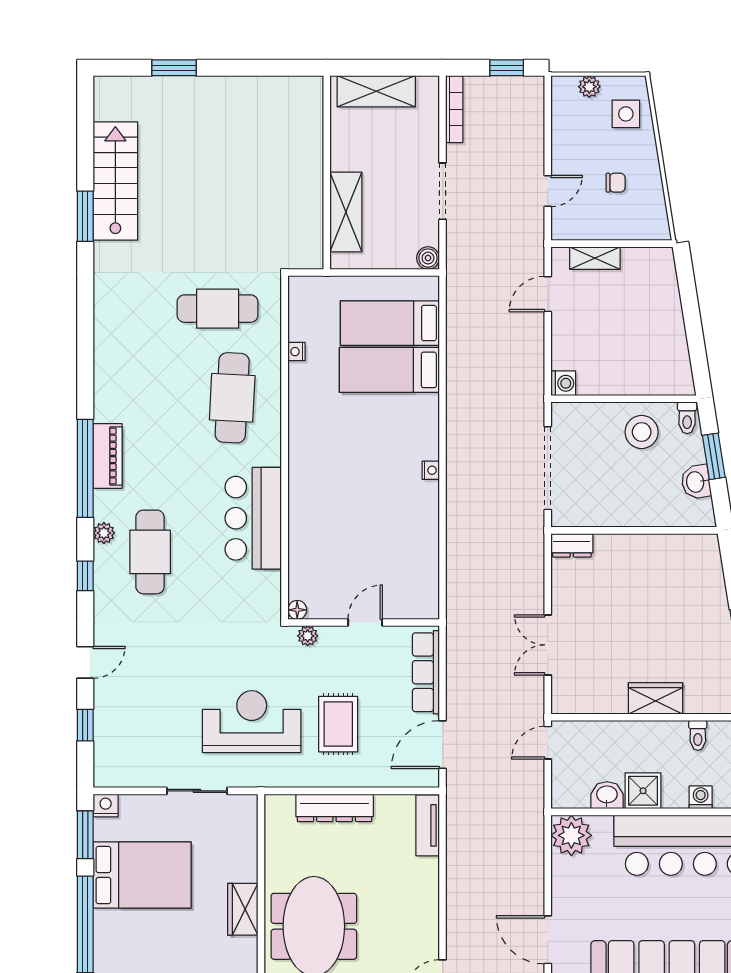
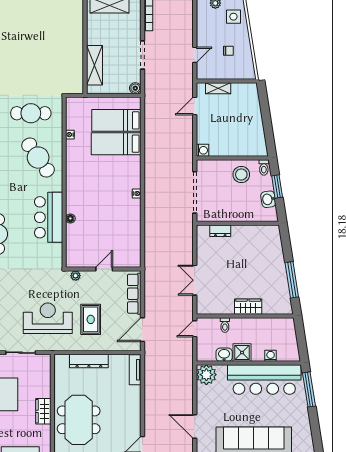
cafe table: (232, 398) -> (38, 158), turned -38
dresser: (572, 545) -> (220, 231), moved
floor lamp: (297, 610) -> (70, 218), moved
toilet: (698, 735) -> (225, 325), moved

